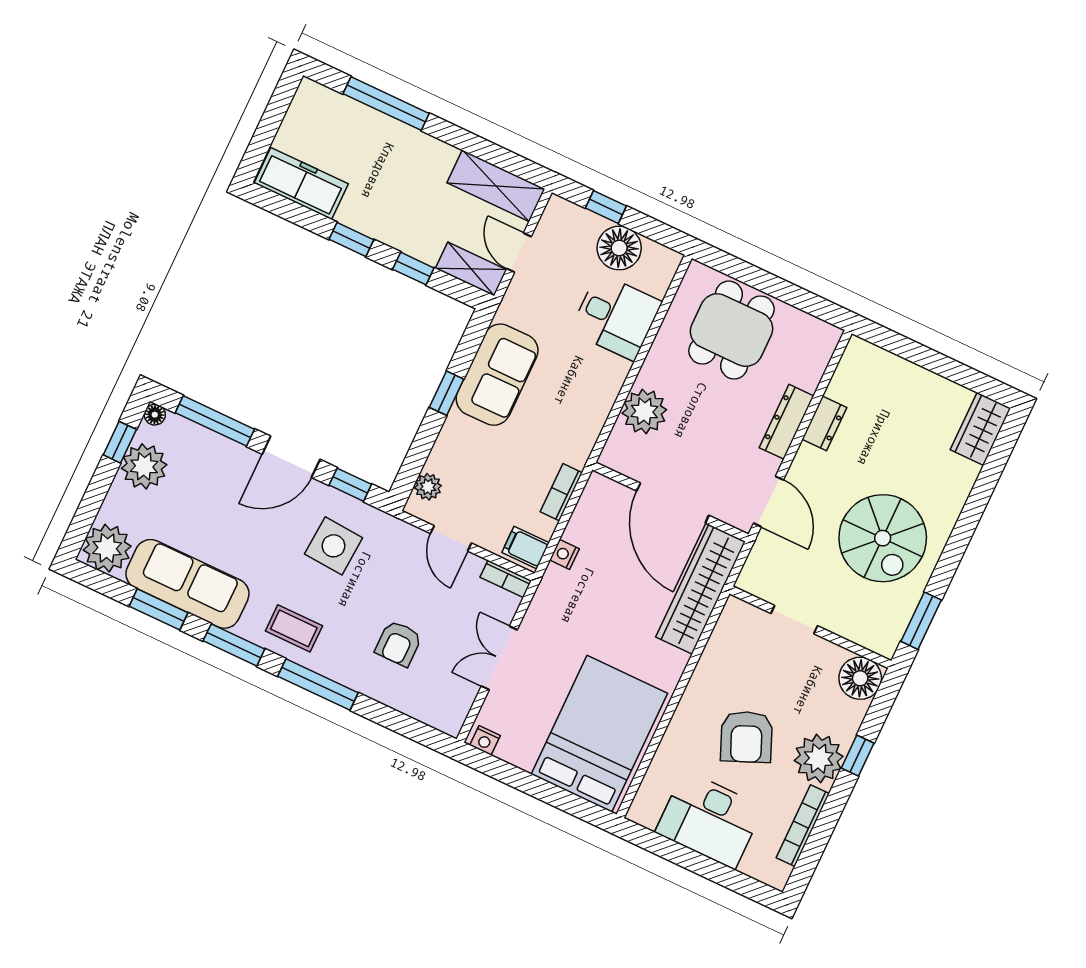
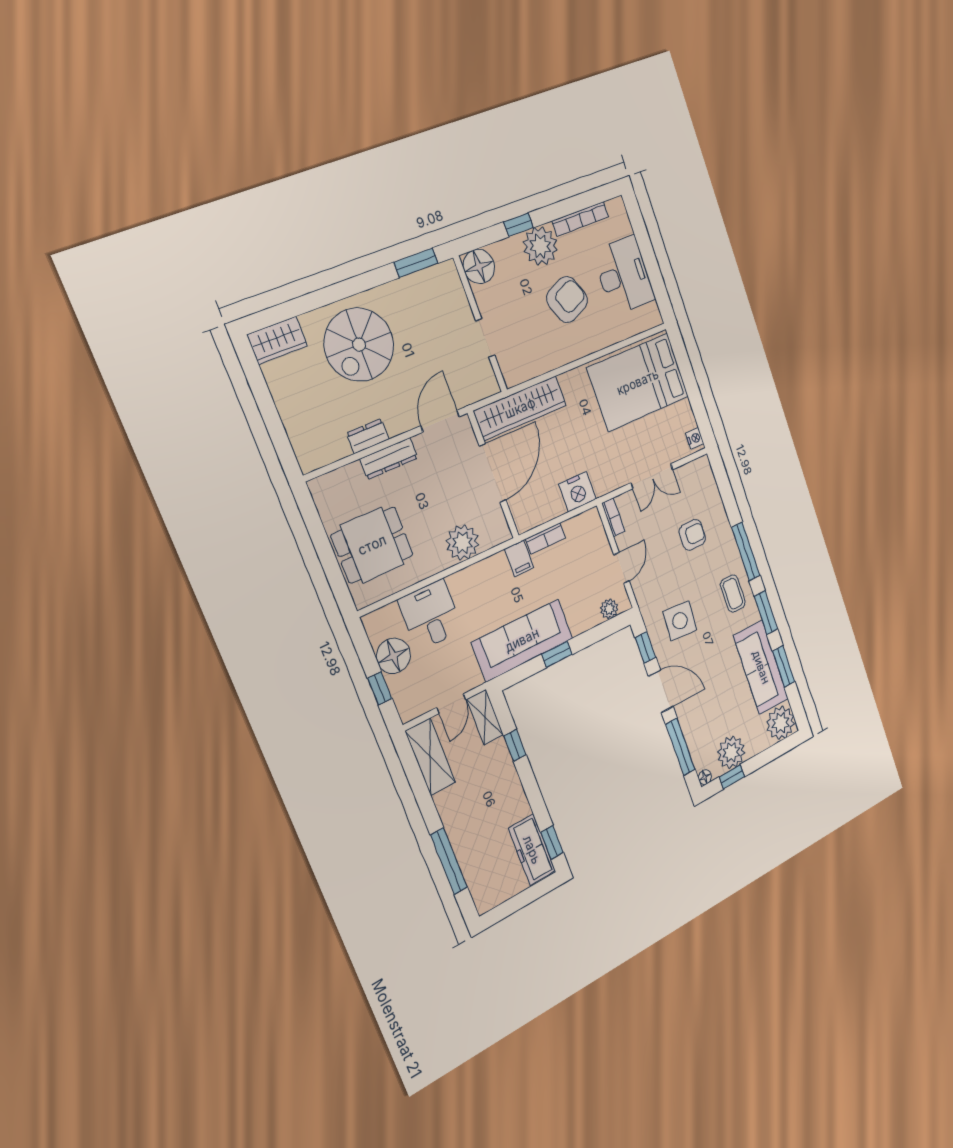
window: (351, 239) -> (552, 842), moved
sofa: (497, 375) -> (522, 640), width x1.36
spiral stairs: (883, 538) -> (359, 345), moved, turned 180
filing cabinet: (526, 548) -> (519, 558), moved
nightstand: (564, 554) -> (577, 492), width x1.89, depth x1.79

